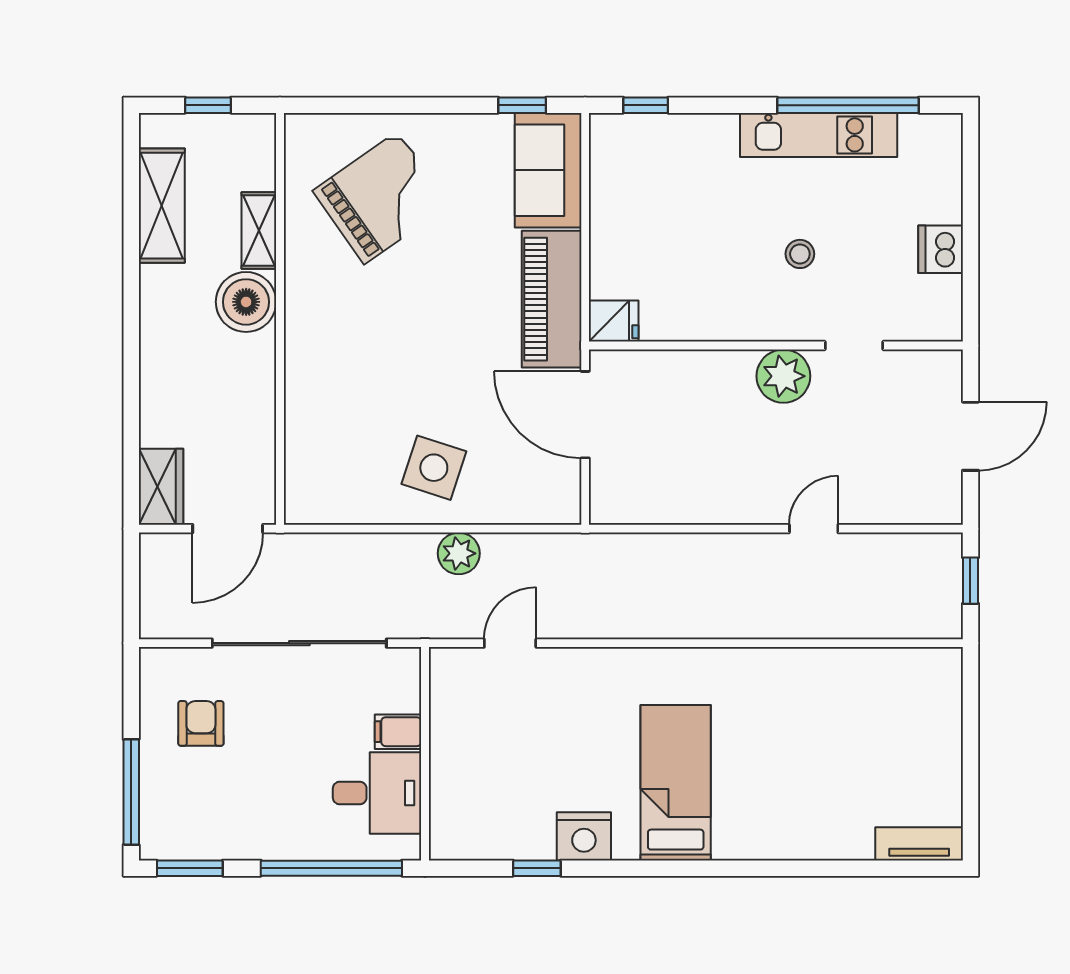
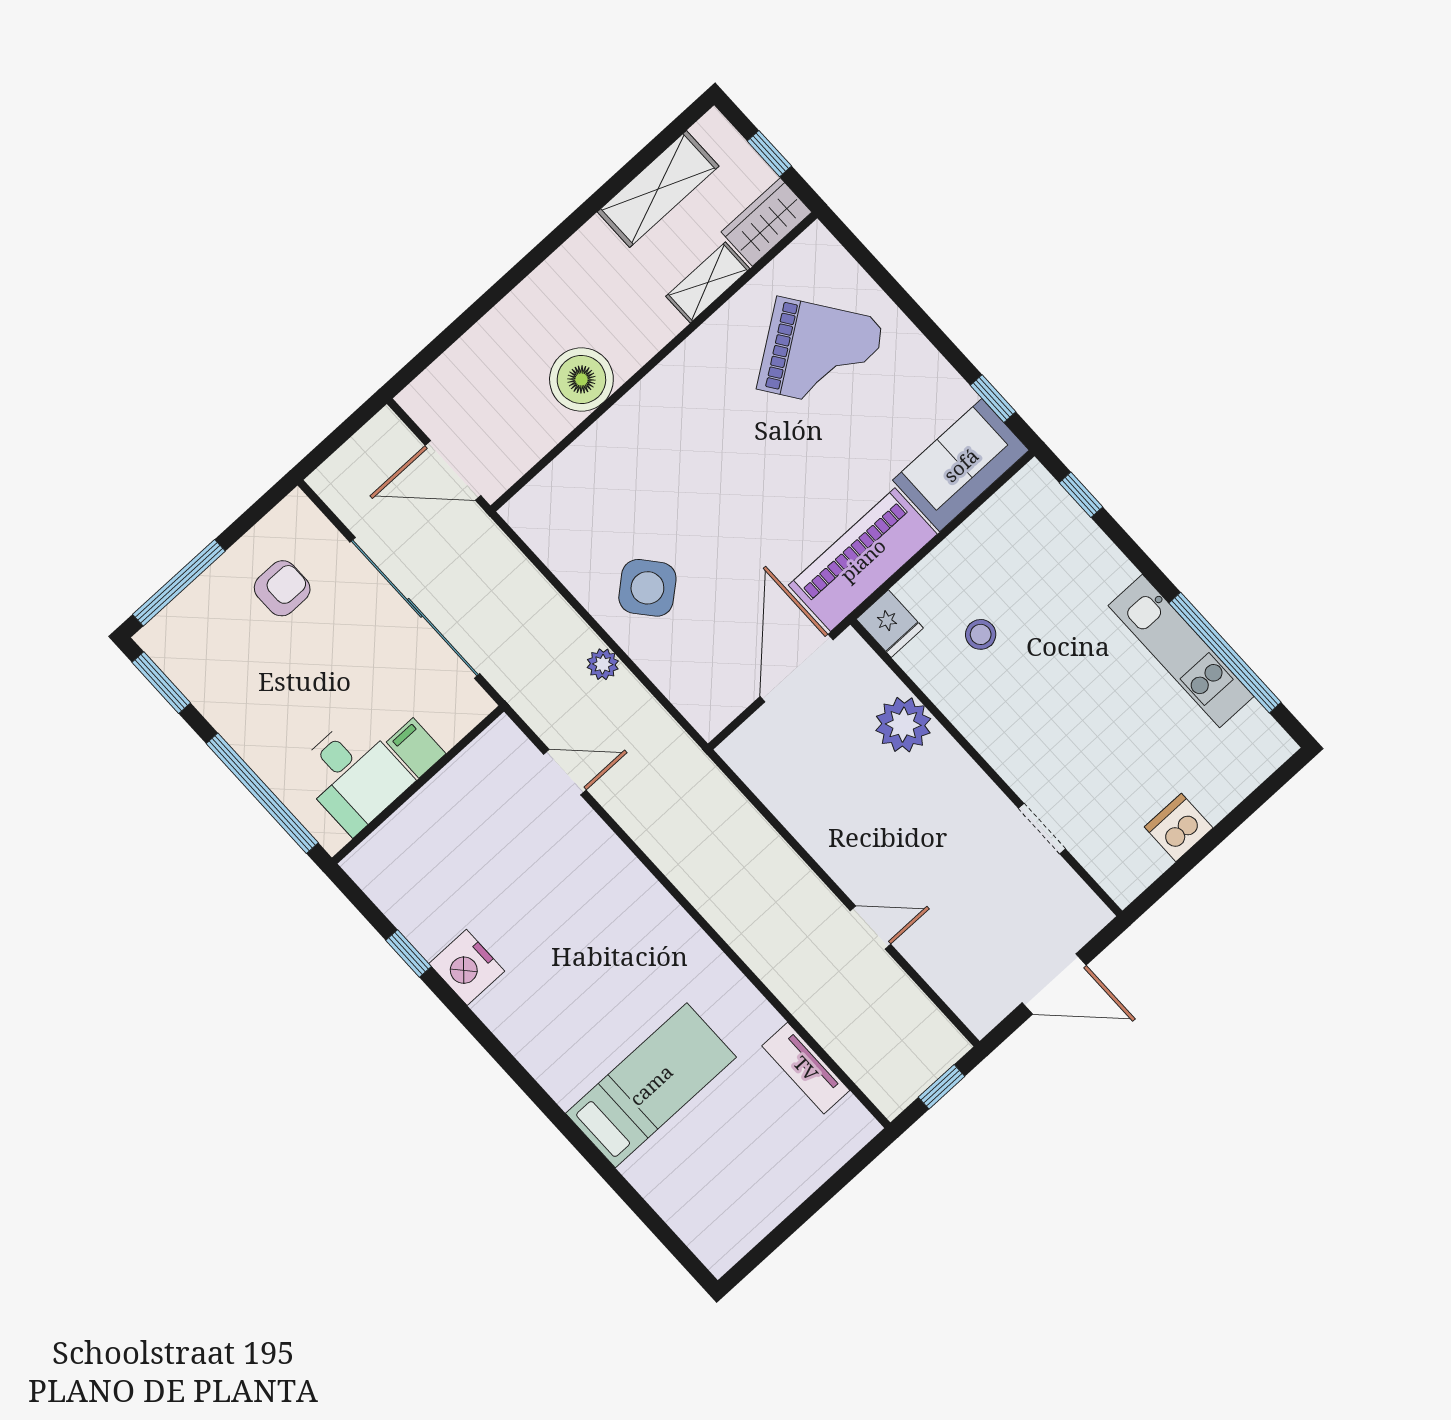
stool: (800, 254) -> (981, 634), moved
boiler: (246, 302) -> (581, 379), moved
plant: (783, 376) -> (903, 725), moved
side table: (434, 468) -> (647, 588), turned 32
wardrobe: (161, 487) -> (766, 222), moved, turned 180
plant: (459, 553) -> (603, 664), width x0.73, depth x0.73
bed: (676, 783) -> (651, 1085), moved
tv unit: (919, 844) -> (806, 1068), moved, turned 180

